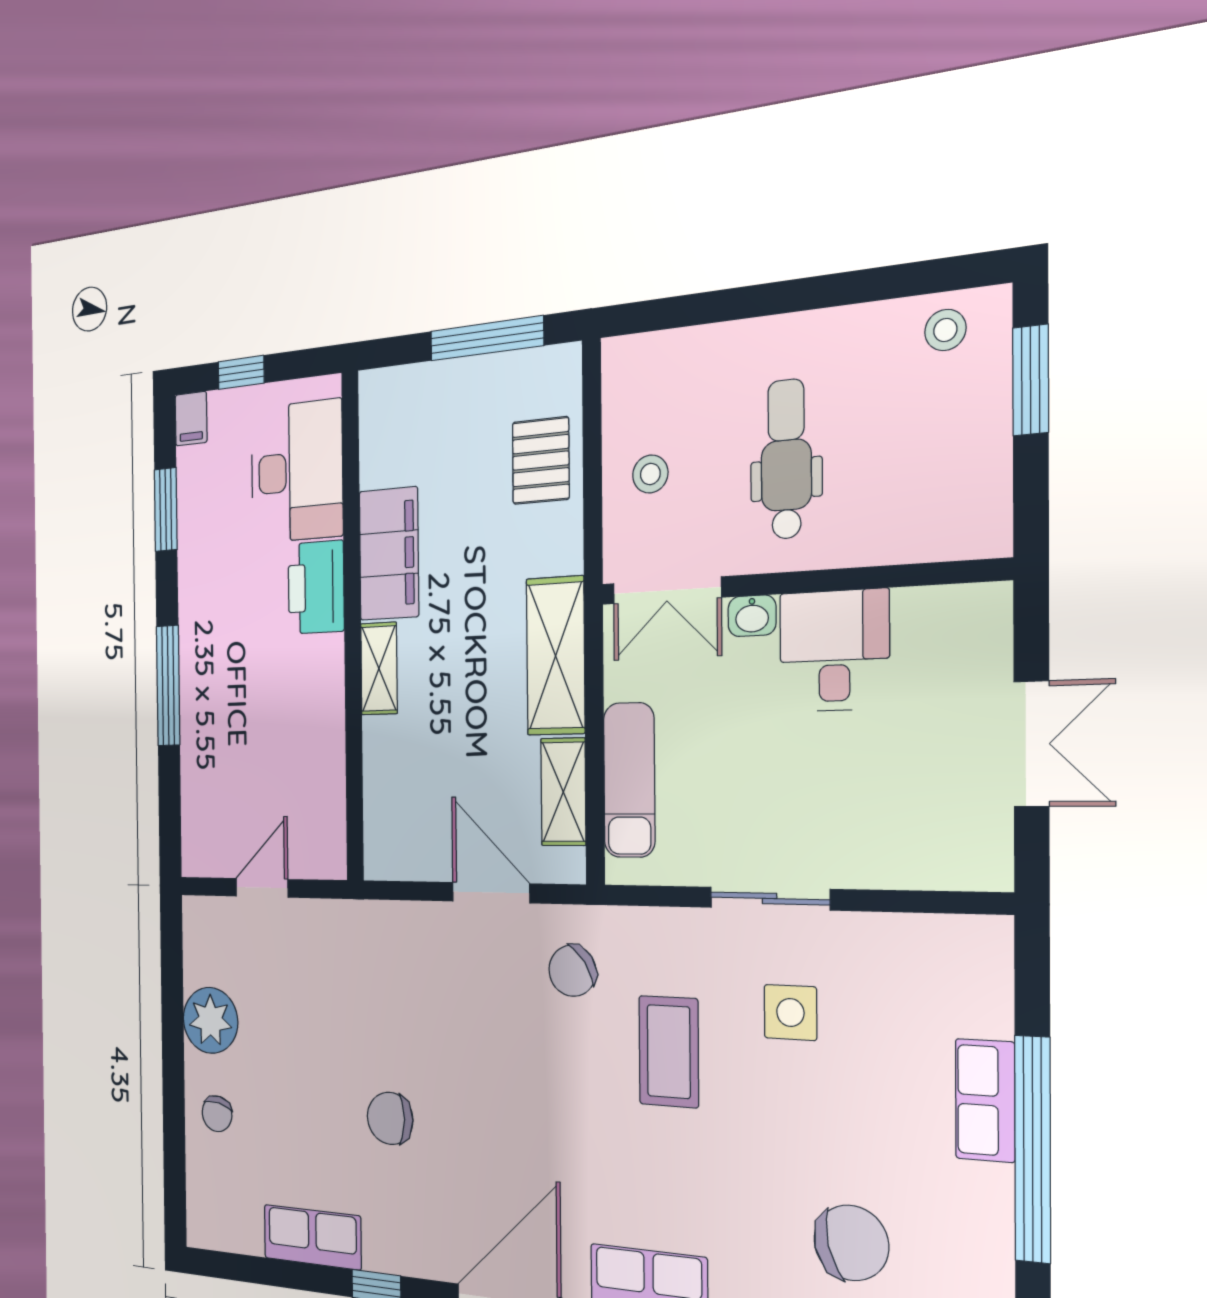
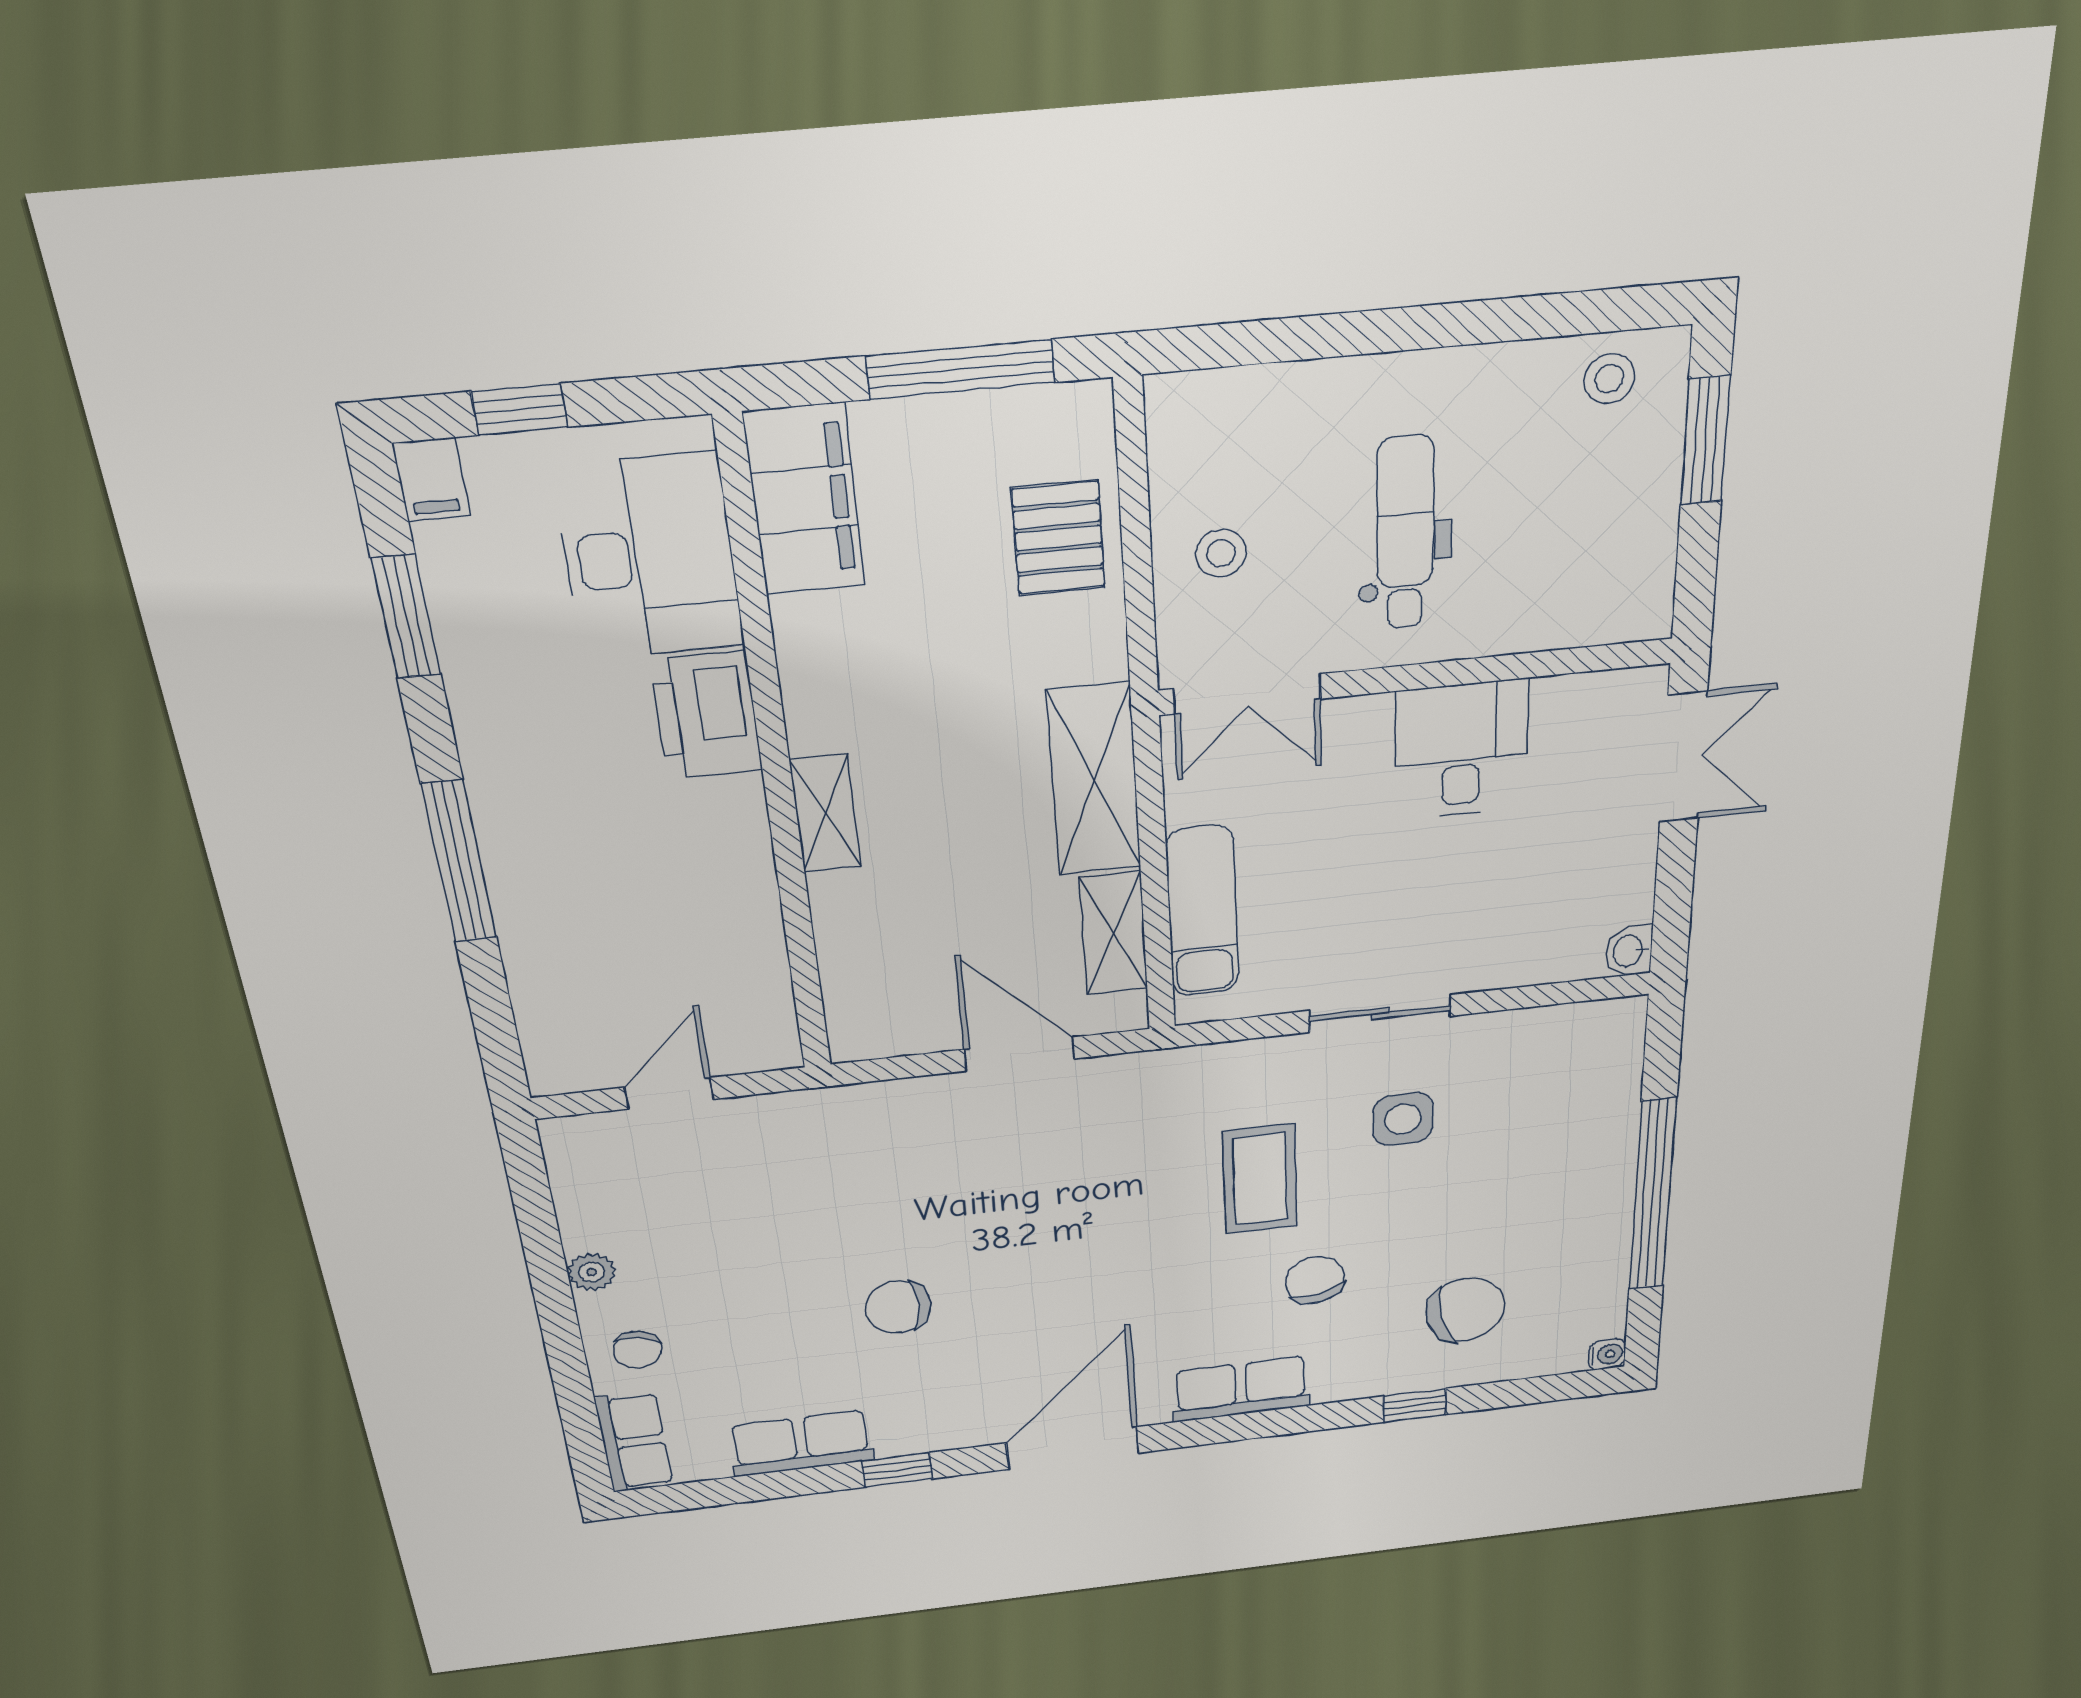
filing cabinet: (389, 554) -> (805, 500), moved
washbasin: (752, 616) -> (1629, 951), moved, turned 90
double door: (1032, 744) -> (1683, 757), moved
chair: (572, 971) -> (1315, 1280), moved, turned 111
plant: (210, 1020) -> (592, 1272), width x0.53, depth x0.53
row of seats: (985, 1100) -> (634, 1442), moved, turned 180

